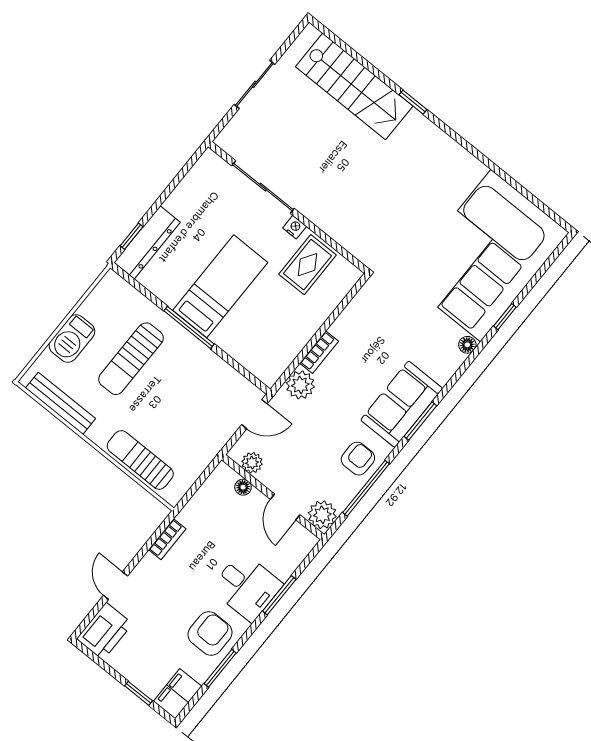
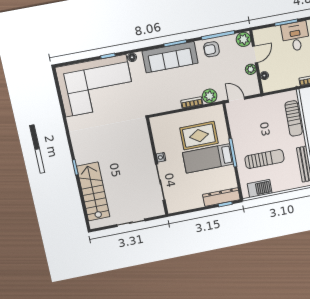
rug: (307, 265) -> (199, 136), moved, width x1.36, depth x1.43
barbecue: (72, 339) -> (260, 188), moved
sofa: (402, 404) -> (170, 57), width x1.36
plant: (252, 463) -> (251, 69), moved

